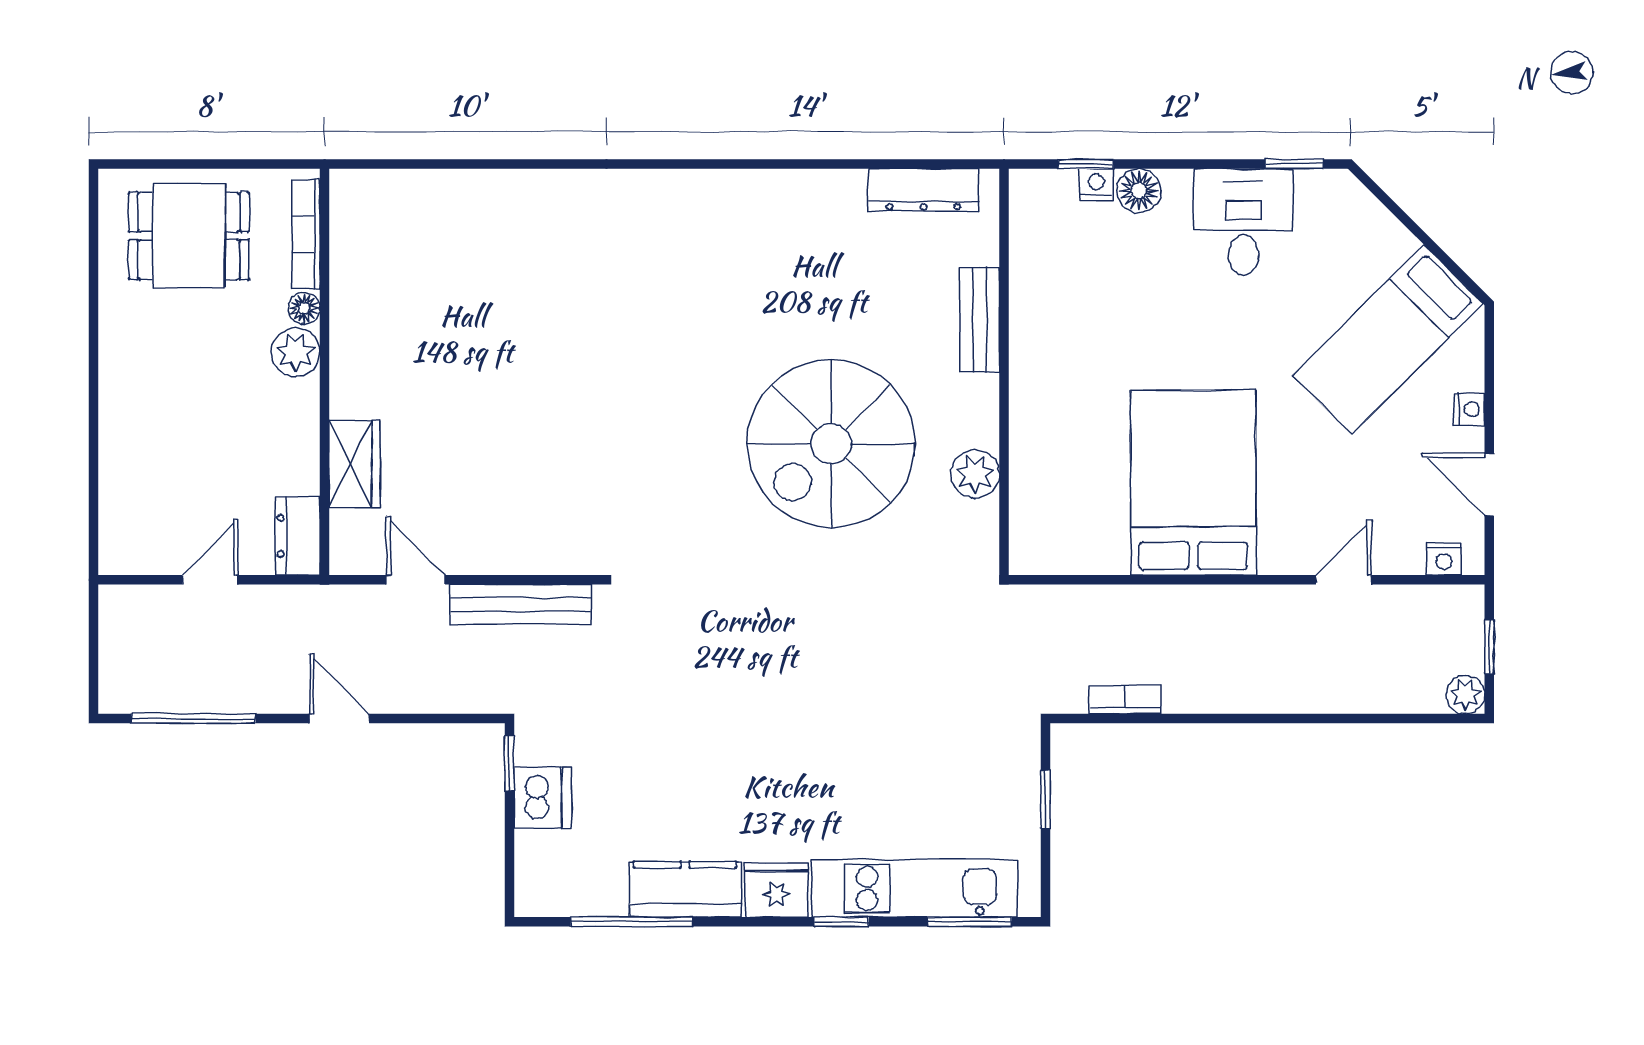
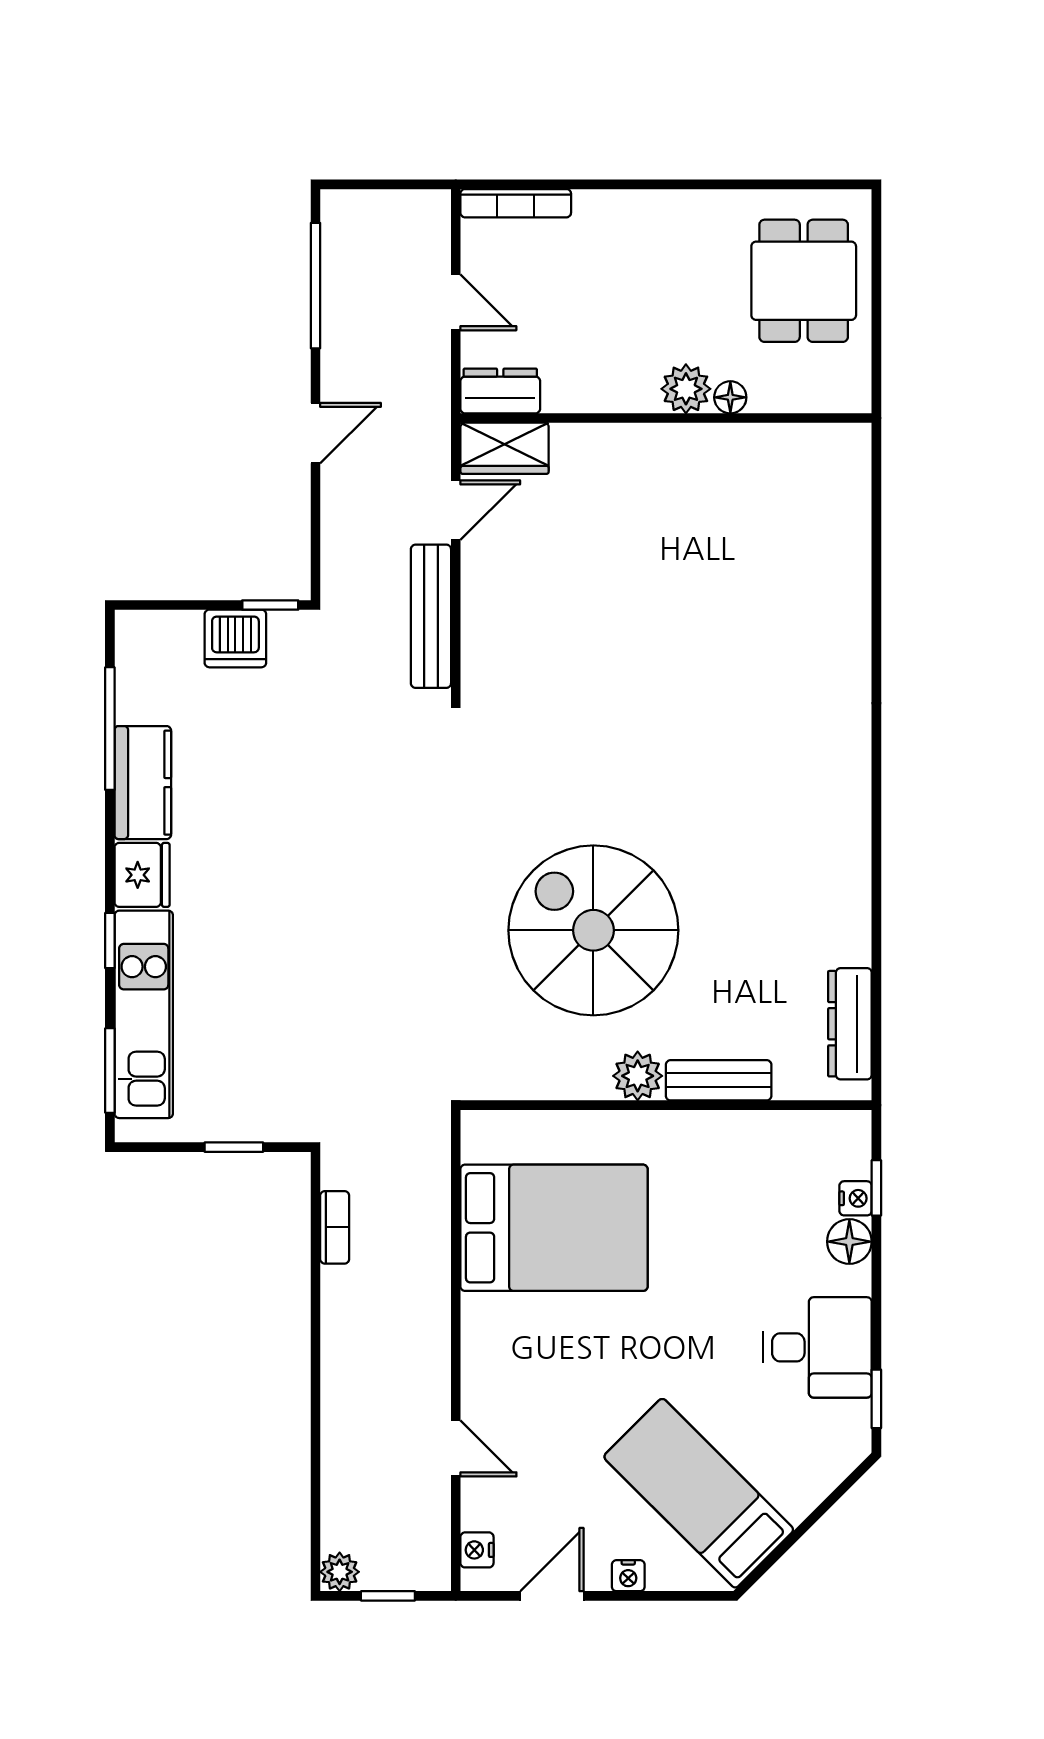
bookcase: (306, 234) -> (516, 203), moved, turned 180
wardrobe: (355, 464) -> (505, 448), moved
plant: (975, 474) -> (638, 1076), moved
bed: (1193, 483) -> (554, 1228), moved

